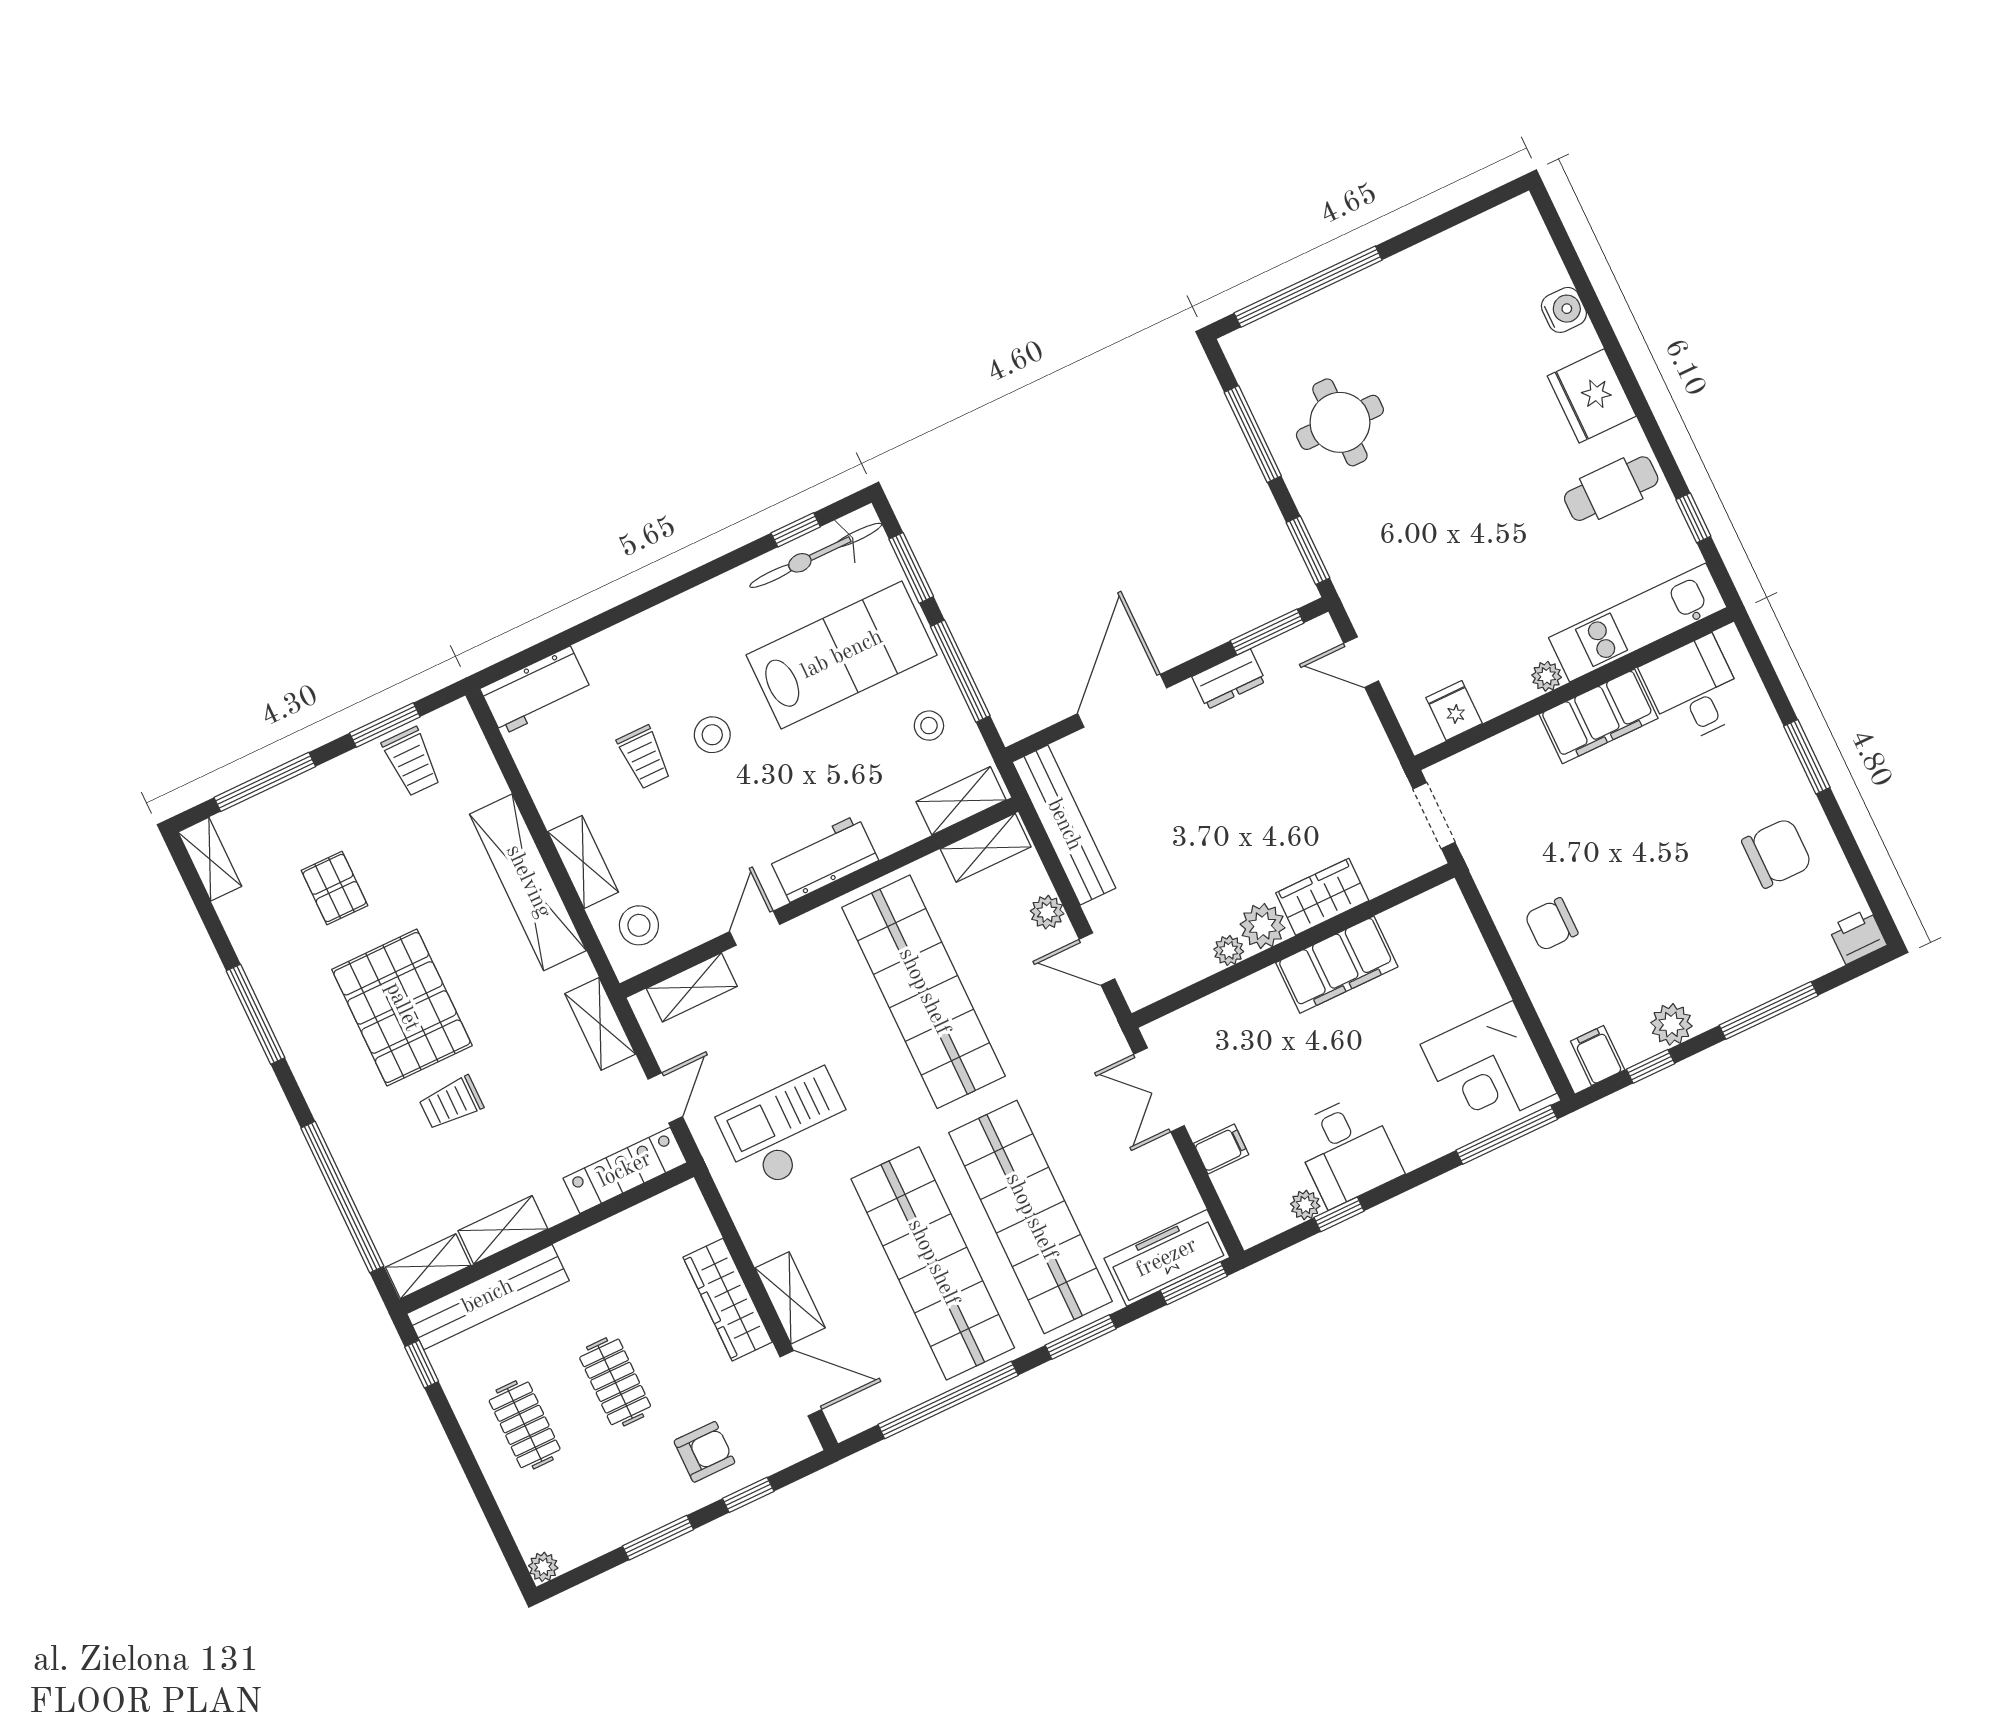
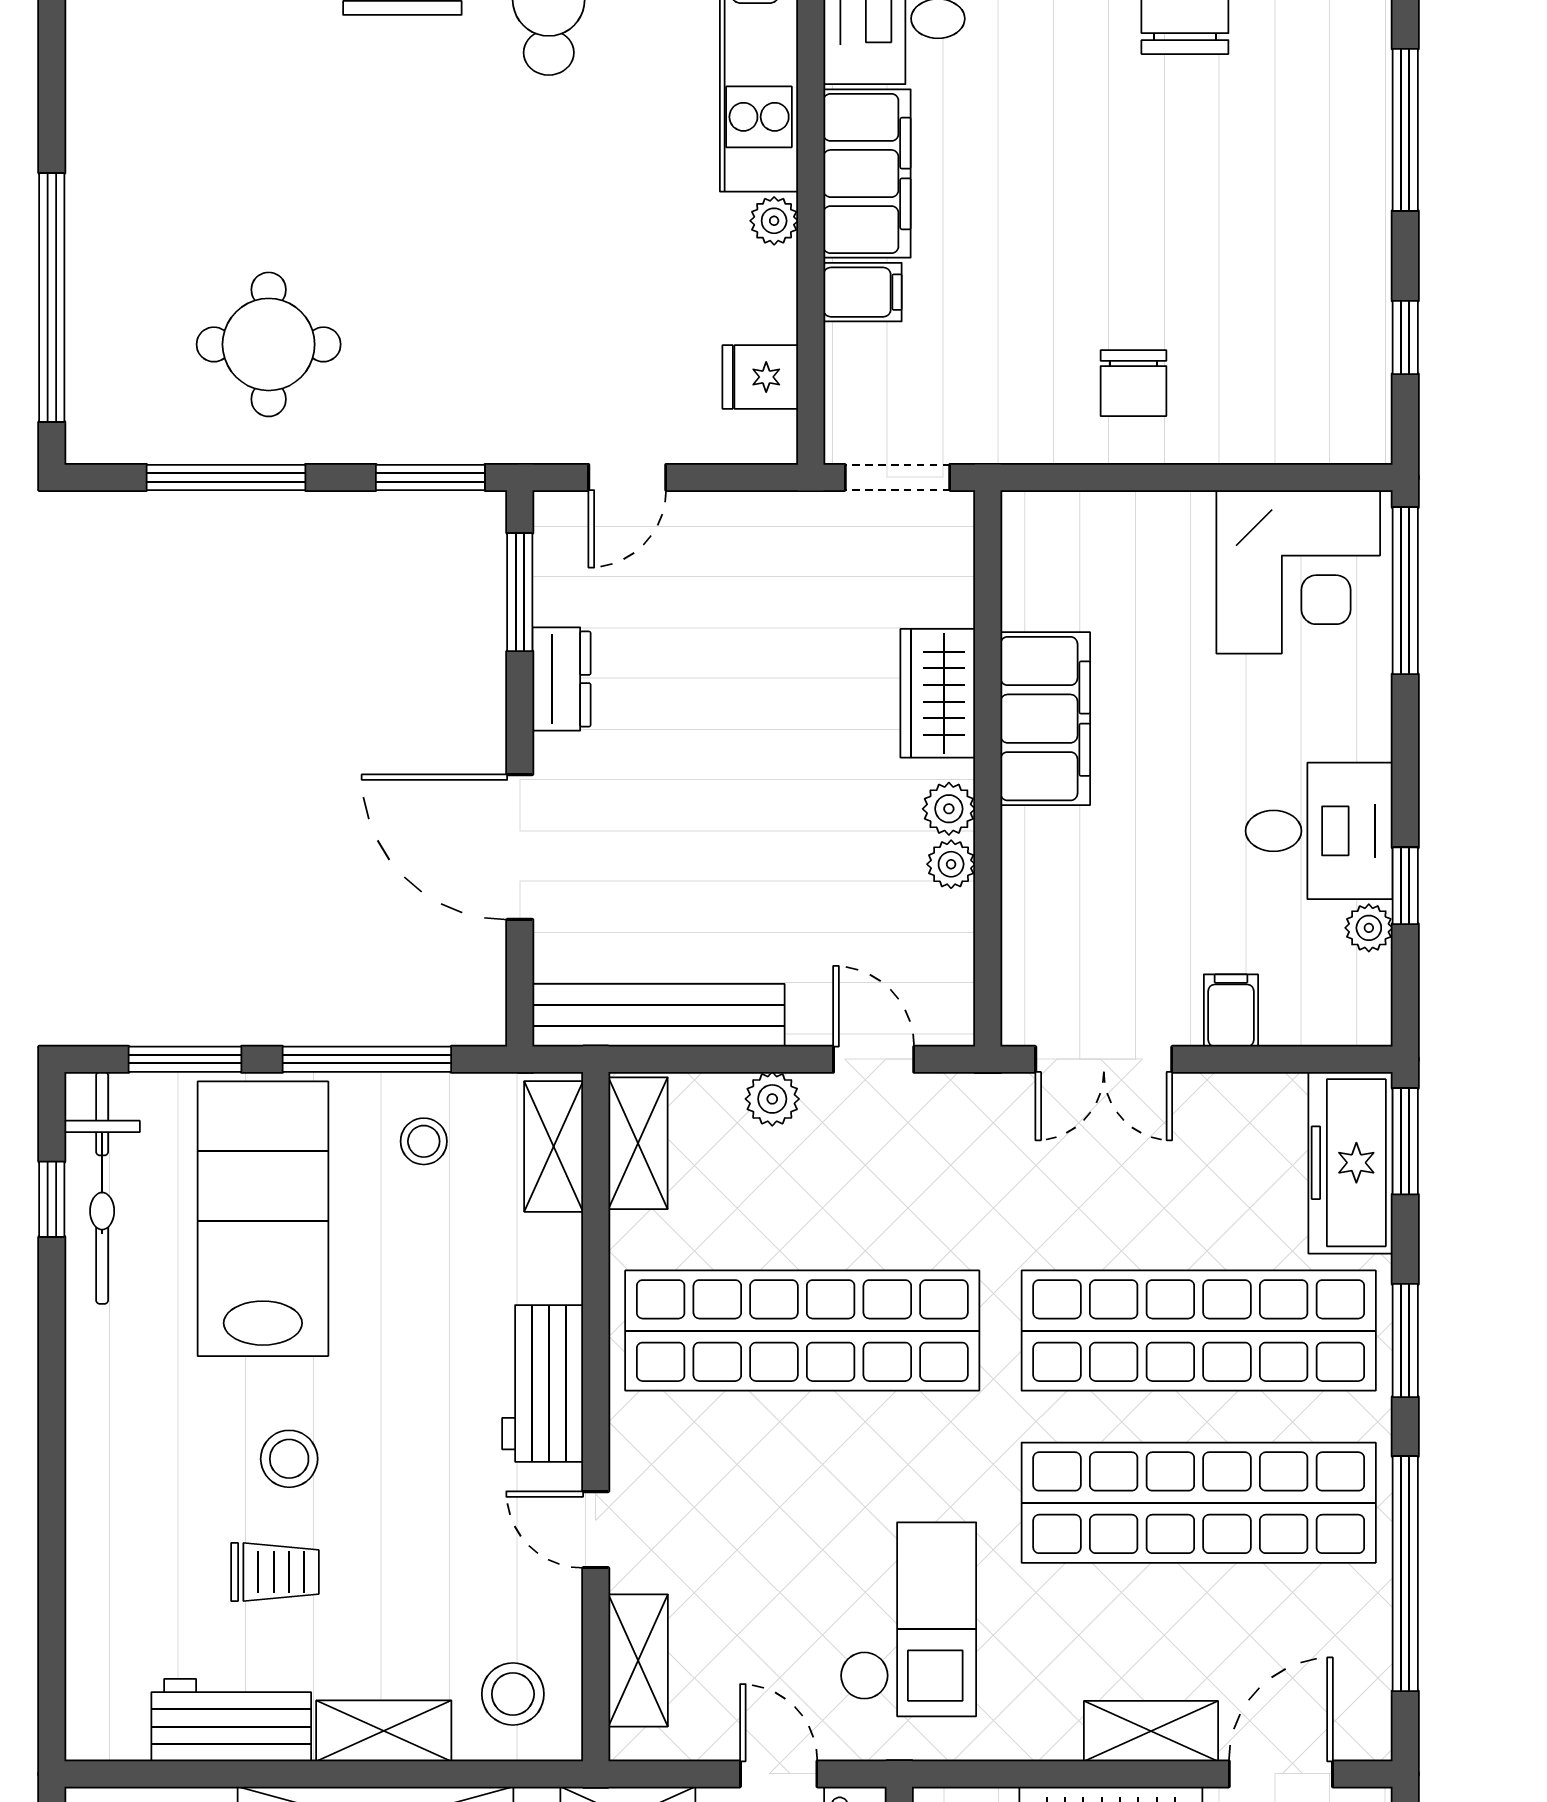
workbench: (536, 691) -> (231, 1720), moved, turned -90
plant: (1263, 926) -> (949, 809), width x0.73, depth x0.73
door: (1097, 959) -> (874, 1059), swing flipped
plant: (1671, 1024) -> (1359, 279), removed
filing cabinet: (1598, 1056) -> (863, 292), moved, turned 180
checkout: (788, 1130) -> (908, 1619), turned 180

